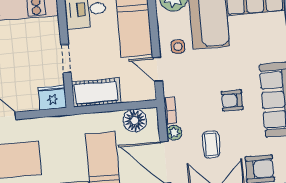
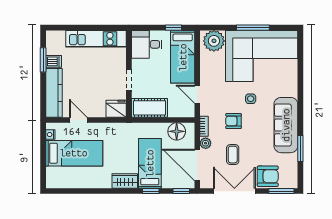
side table: (178, 47) -> (251, 99), moved
armchair: (232, 100) -> (233, 121), moved

